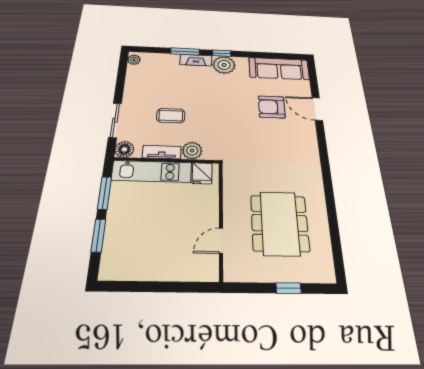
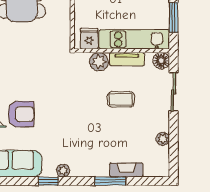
window: (222, 53) -> (48, 181), moved
plant: (134, 60) -> (163, 139), moved
fireplace: (196, 60) -> (126, 170), moved
plant: (224, 65) -> (63, 171), width x0.53, depth x0.53

